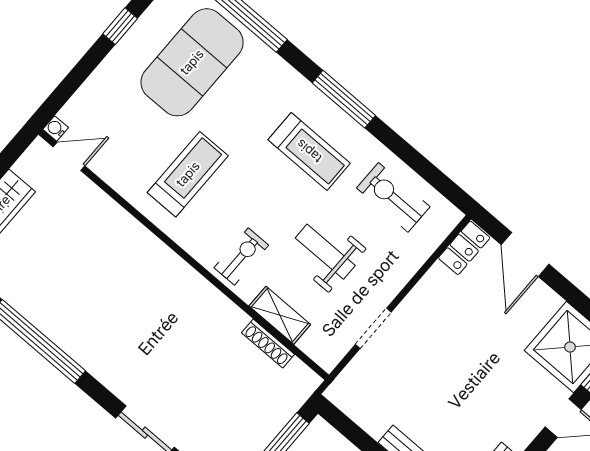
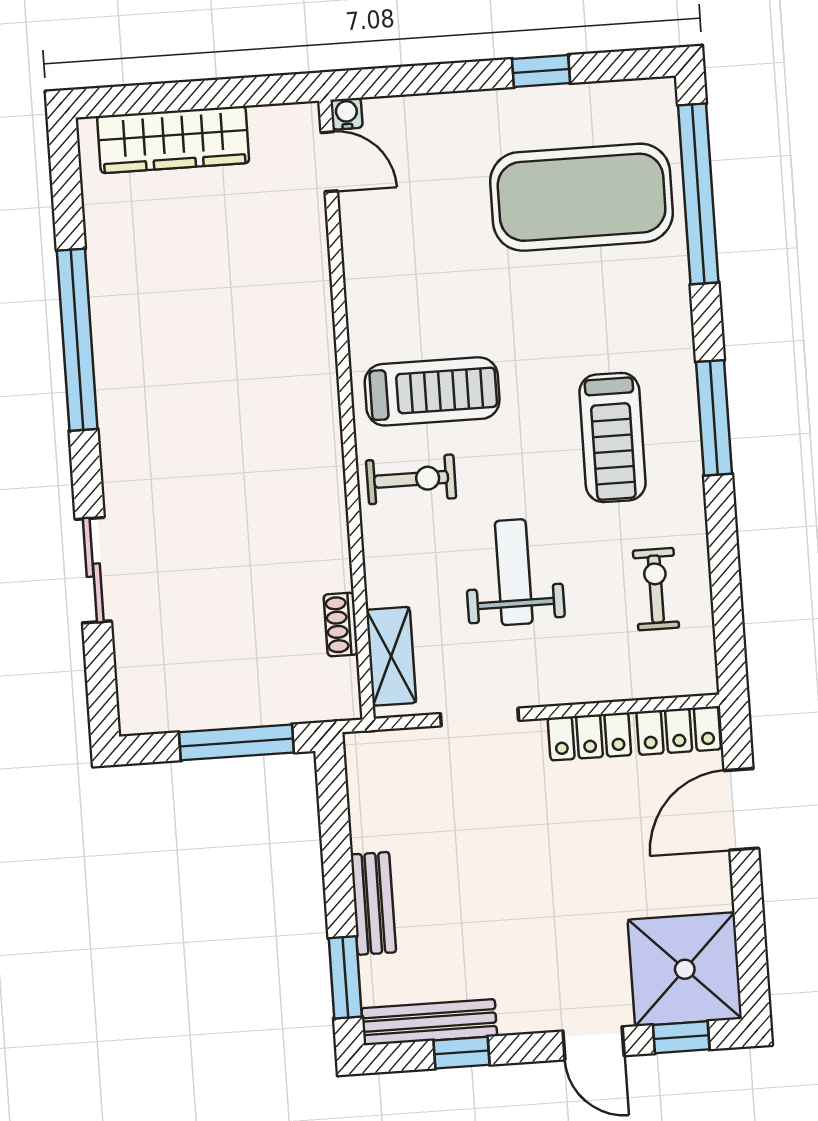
treadmill: (188, 174) -> (432, 391), moved
exercise bike: (393, 197) -> (656, 589), width x0.73, depth x0.72
locker: (429, 289) -> (589, 736), added
shelving: (280, 315) -> (391, 656), moved
shoe rack: (268, 344) -> (341, 624), width x0.70

